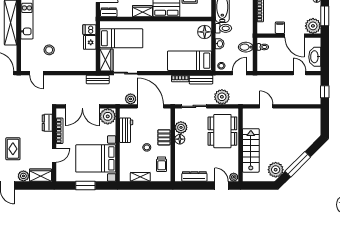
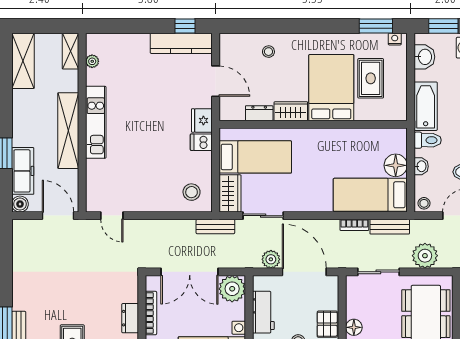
dresser: (109, 12) -> (259, 113), moved
floor lamp: (205, 32) -> (396, 165), moved
fridge: (90, 42) -> (202, 120), moved
stool: (49, 50) -> (192, 192), moved
dresser: (47, 123) -> (130, 318), moved
plant: (181, 127) -> (356, 307), removed

